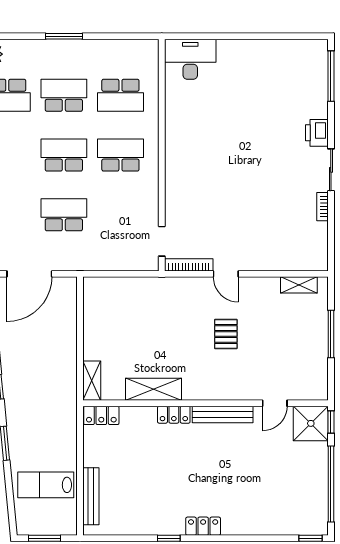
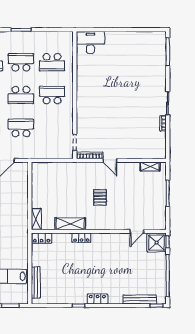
printer: (317, 133) -> (160, 83), removed
school desk: (64, 155) -> (21, 95), turned 180
pallet: (226, 334) -> (100, 197), moved
bench: (223, 415) -> (140, 299), moved

